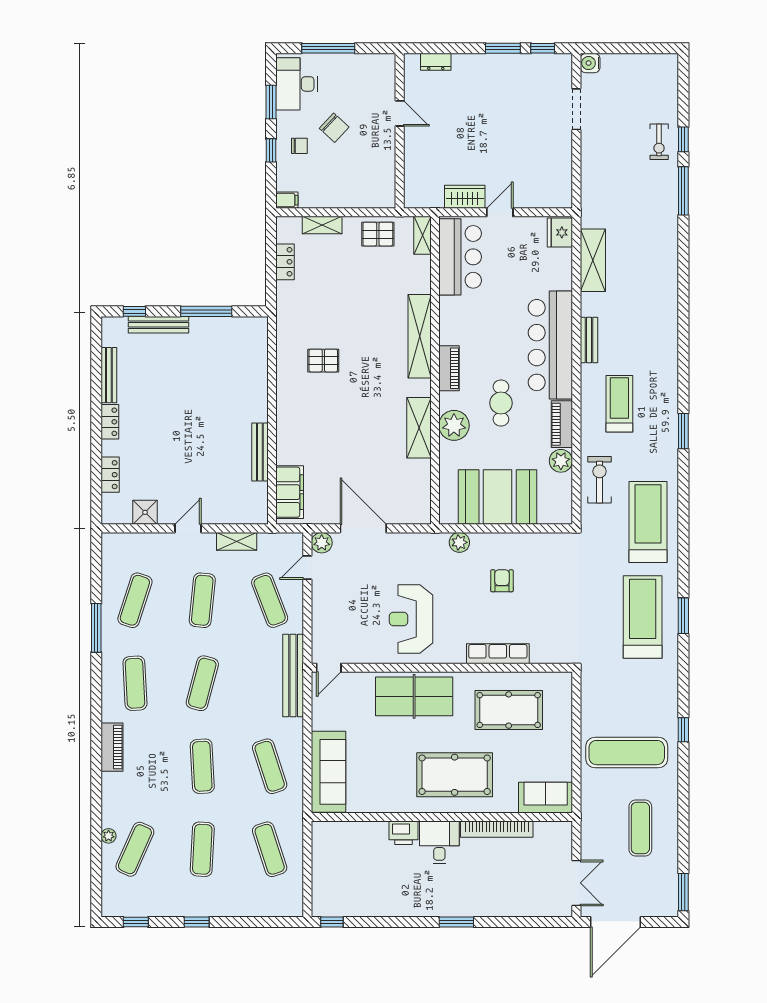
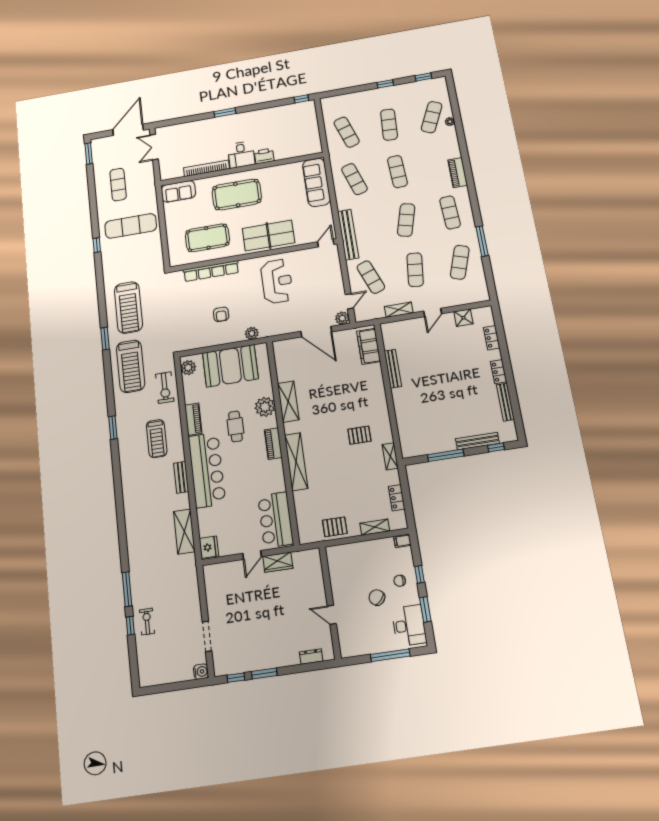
shelving: (422, 235) -> (390, 456), moved
plant: (561, 461) -> (188, 368), moved
window: (683, 616) -> (105, 339), moved
row of seats: (498, 654) -> (211, 271), width x1.36

